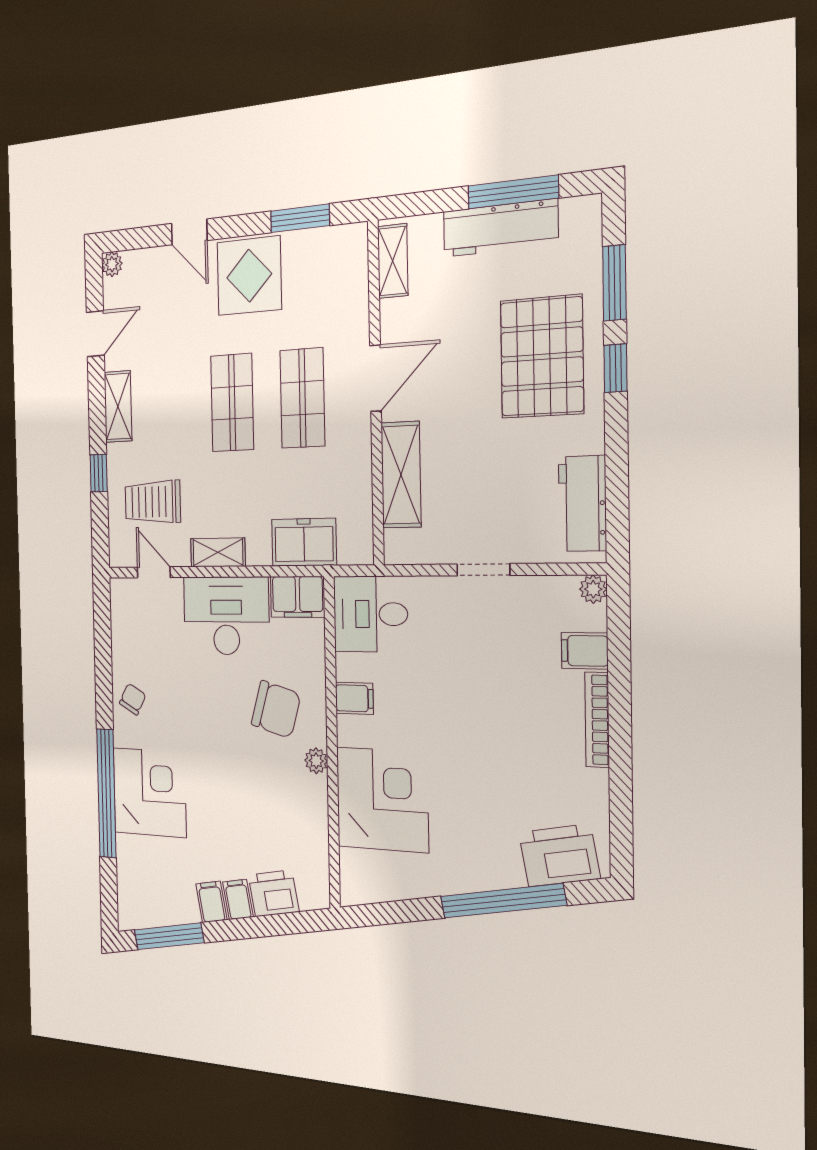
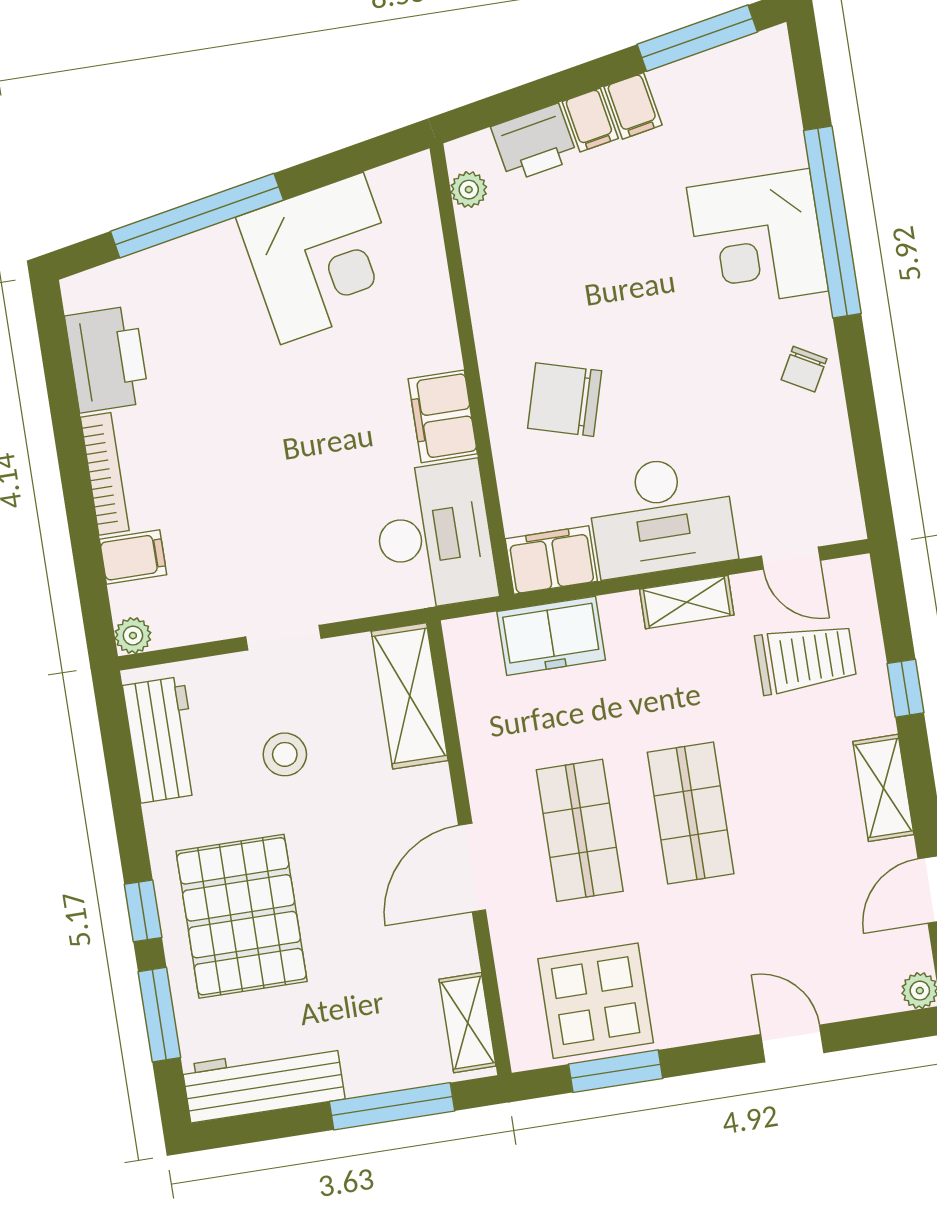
window: (513, 192) -> (392, 1106), moved
workbench: (500, 228) -> (263, 1082), moved
display table: (249, 276) -> (596, 1001), moved
shelving: (401, 475) -> (410, 696), moved
stool: (494, 480) -> (285, 754), added
desk: (370, 614) -> (434, 536), width x1.37
filing cabinet: (354, 698) -> (443, 416), width x2.00
plant: (316, 761) -> (469, 190), moved
corner desk: (382, 800) -> (322, 258), moved, turned -101
printer: (559, 855) -> (107, 359), moved, turned -79

